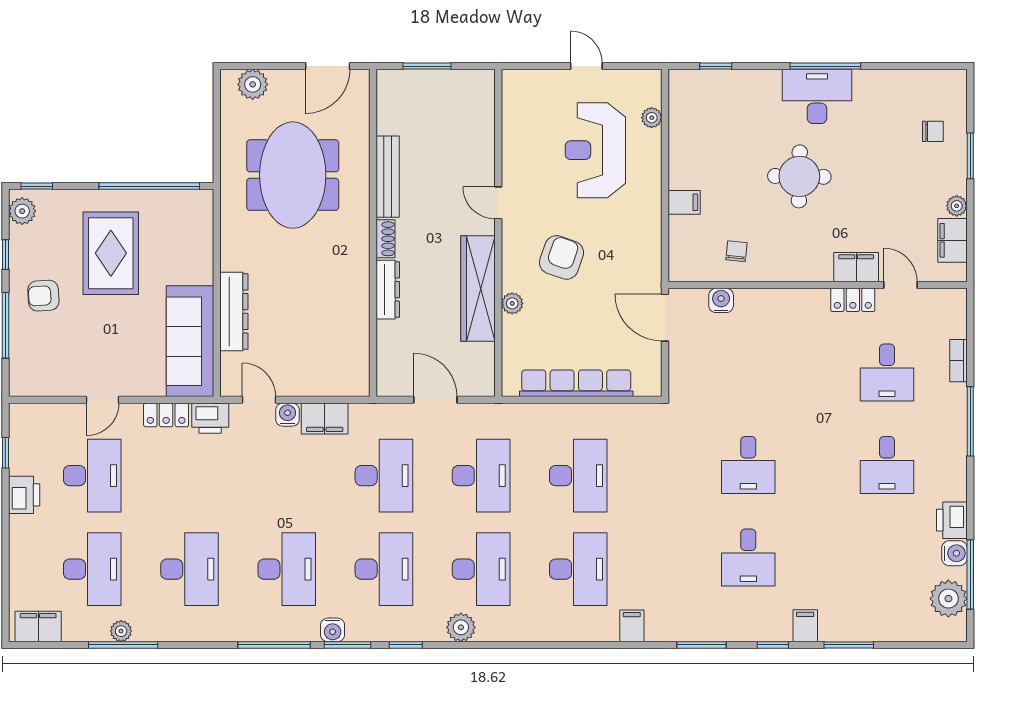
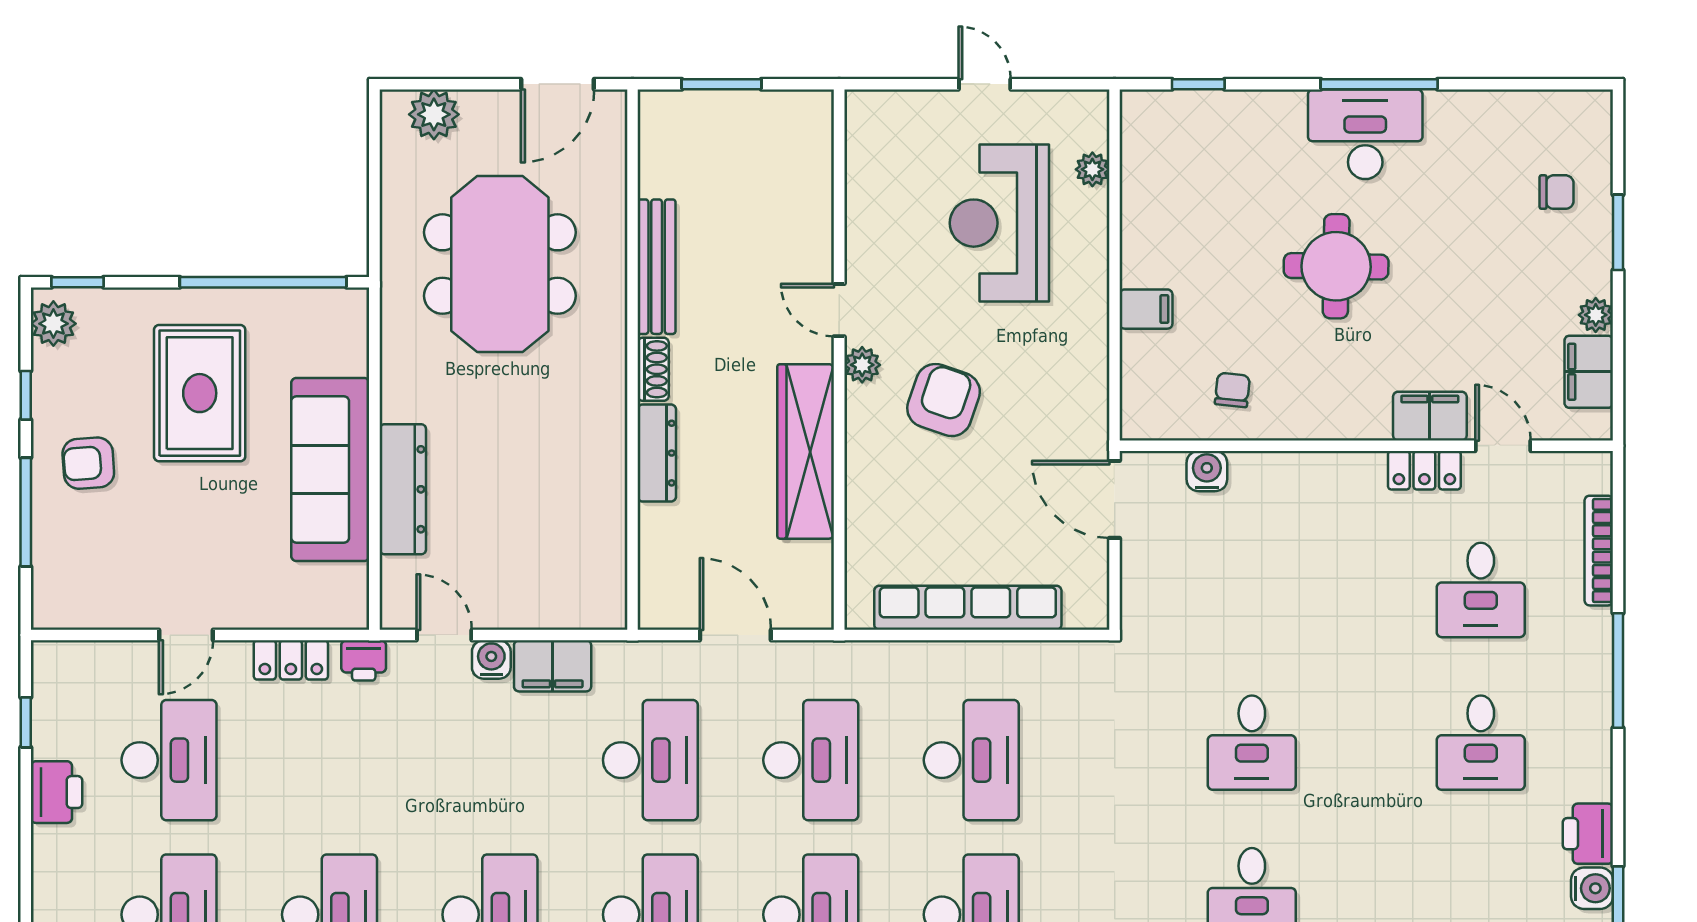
plant: (512, 303) -> (862, 365), moved
sofa: (190, 341) -> (330, 470), moved
bookcase: (959, 361) -> (1599, 551), width x1.56
printer: (210, 418) -> (364, 660), width x0.73, depth x0.81

